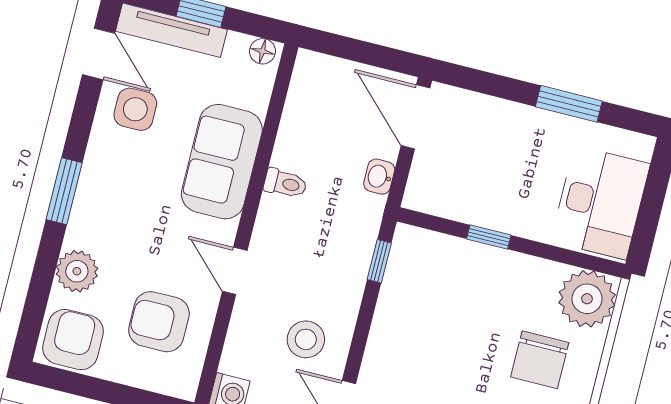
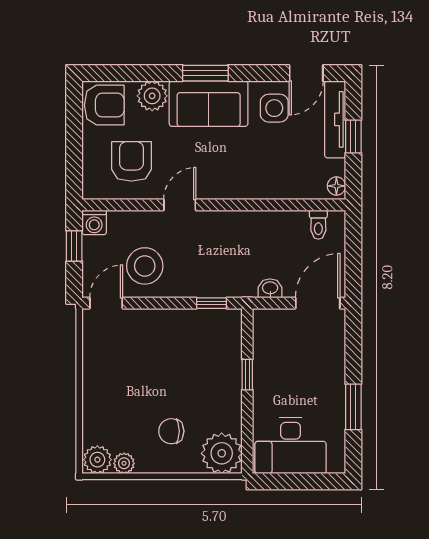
sofa: (222, 162) -> (209, 104), moved, turned 180
toilet: (285, 183) -> (318, 225), moved
stool: (306, 339) -> (145, 266), width x1.38, depth x1.38
chair: (540, 360) -> (171, 431), width x0.73, depth x0.73

